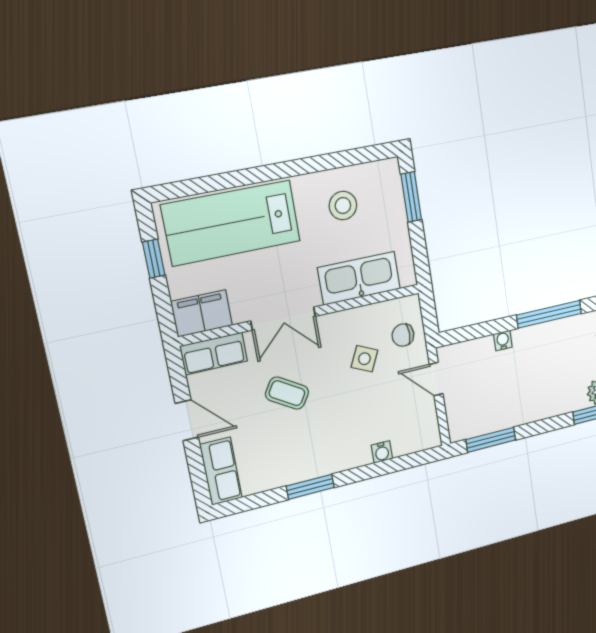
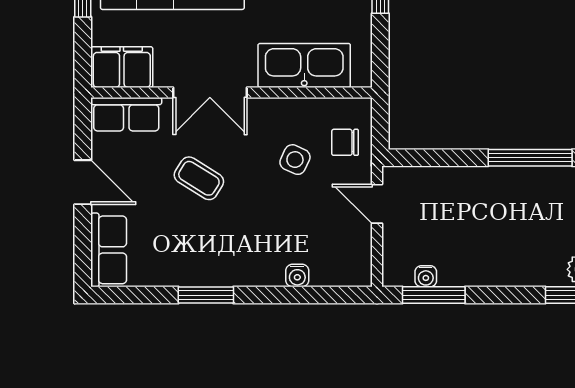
water cooler: (503, 341) -> (426, 276), moved, turned 180

